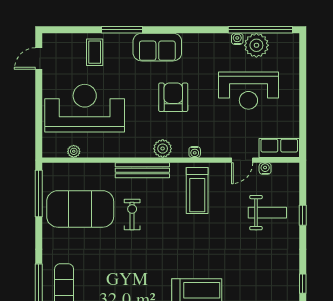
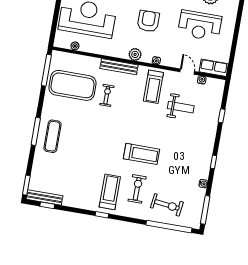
door: (242, 160) -> (187, 72), swing flipped
weight bench: (267, 213) -> (181, 107), moved

